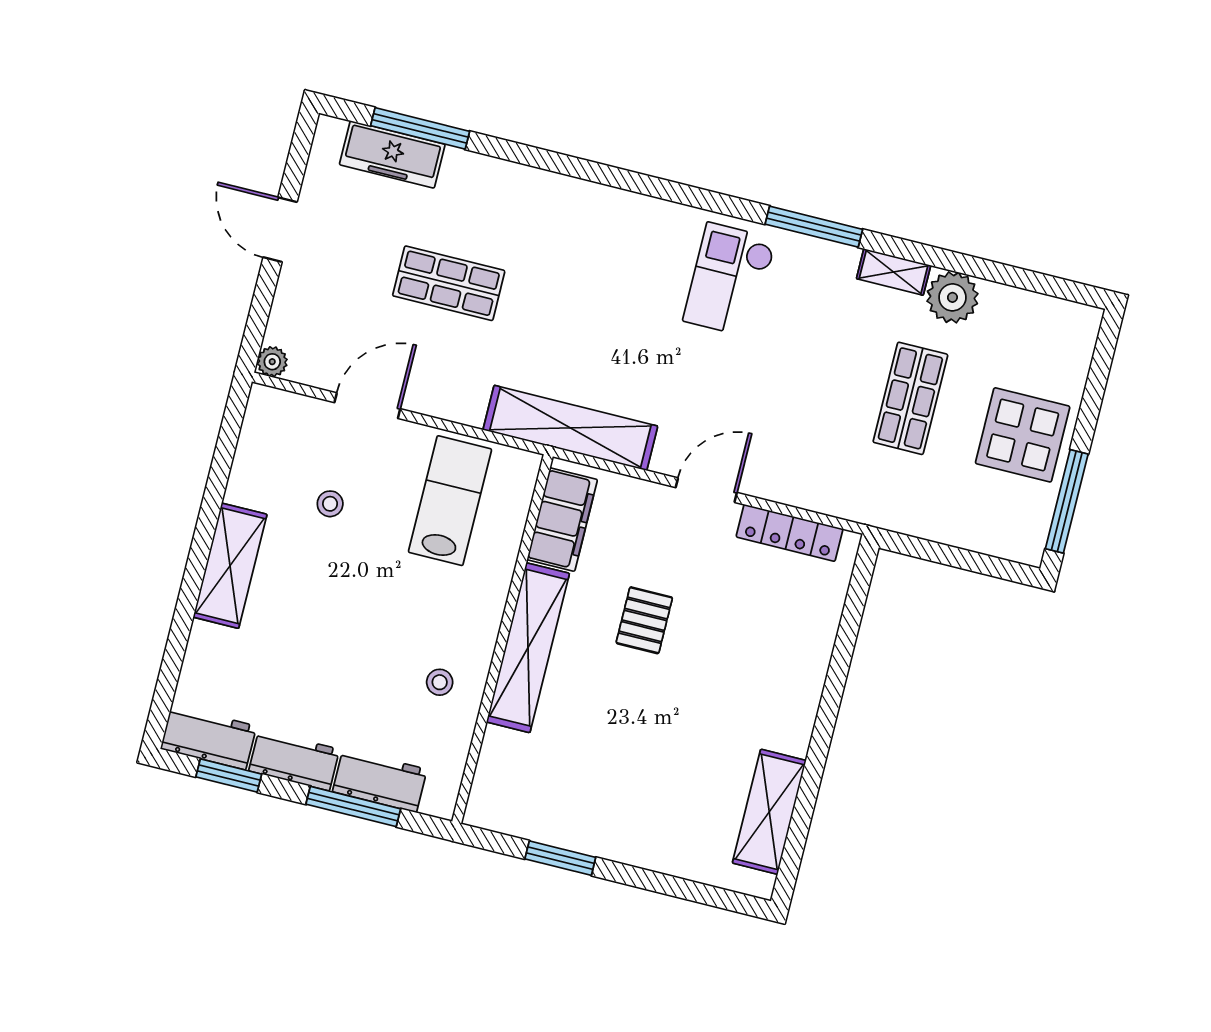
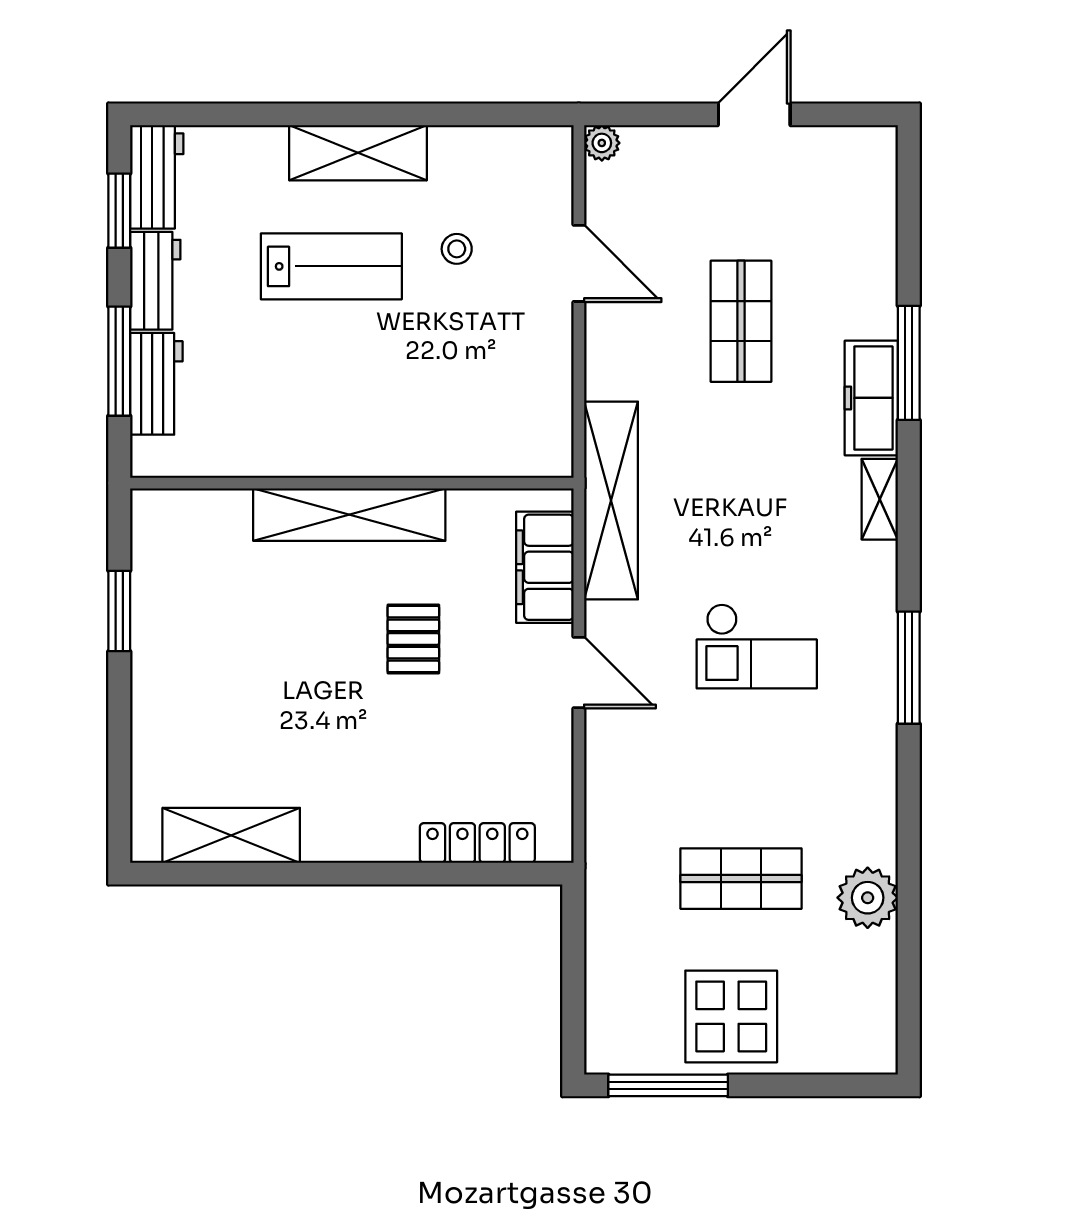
window: (420, 128) -> (909, 363), moved
freezer: (392, 154) -> (871, 398), moved
window: (814, 227) -> (909, 668), moved
shelving: (894, 272) -> (880, 499), moved
checkout: (730, 280) -> (757, 646), moved, turned 180
lab bench: (450, 501) -> (331, 266), moved
filing cabinet: (562, 520) -> (545, 567), moved, turned 90
locker: (789, 533) -> (477, 843), moved, turned 90
pallet: (644, 620) -> (413, 639), turned 90
stool: (440, 682) -> (285, 424), removed

